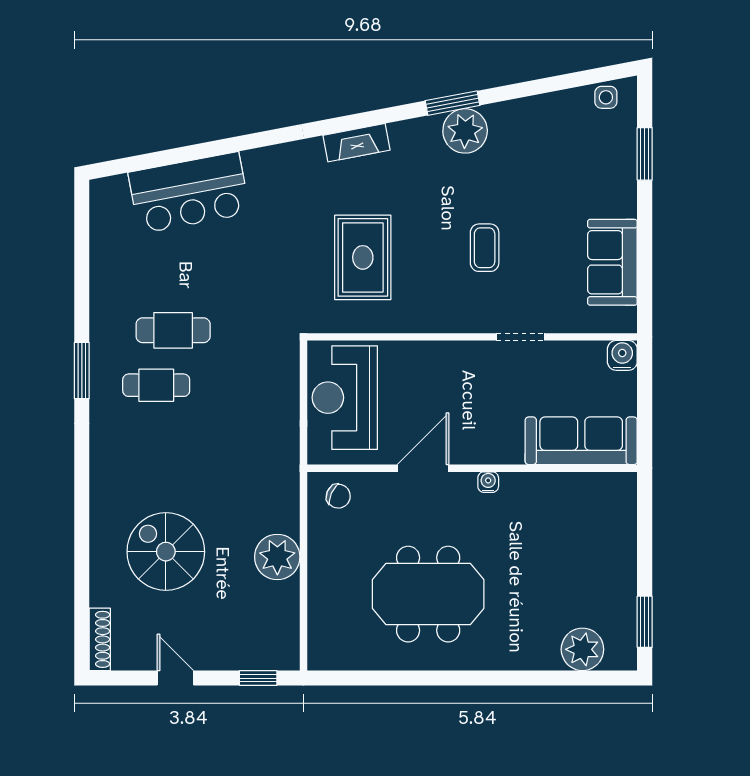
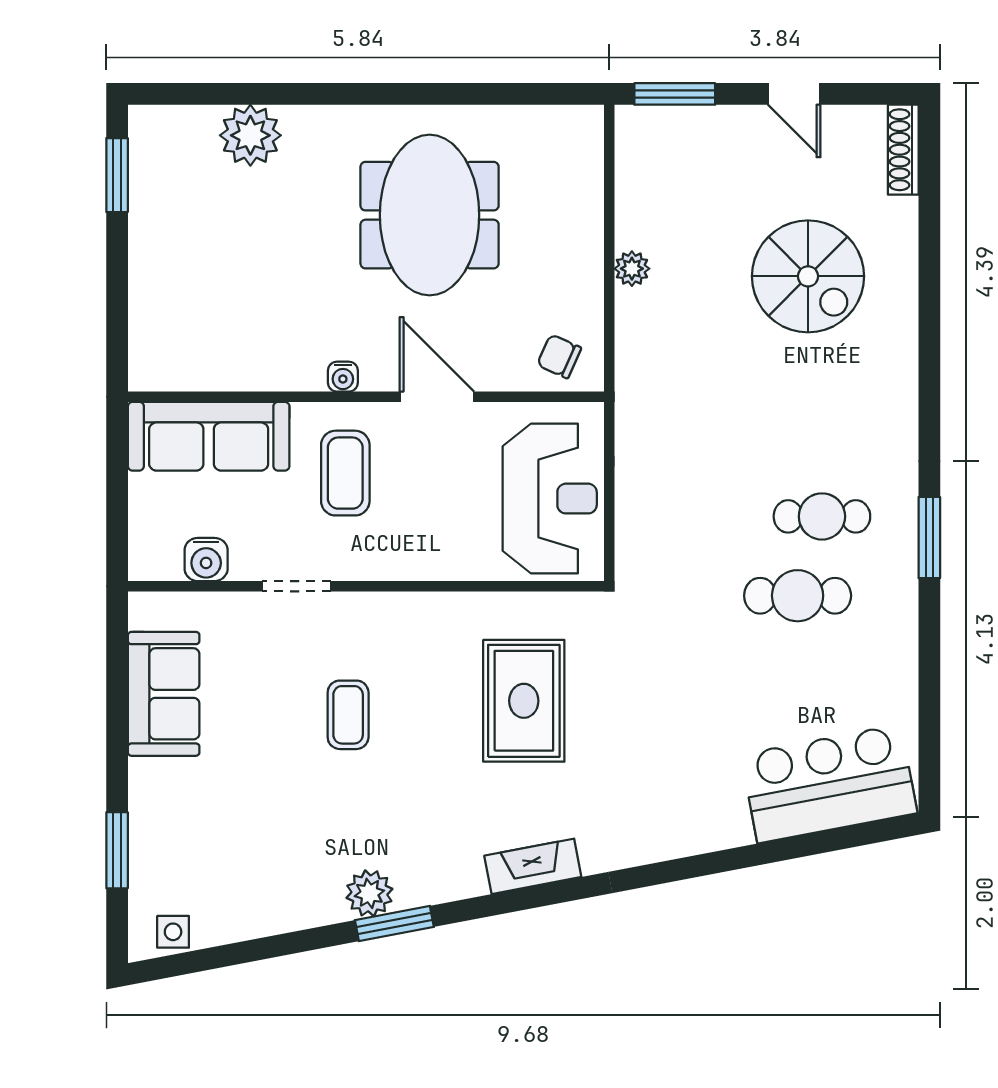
plant: (465, 131) -> (369, 893), width x0.73, depth x0.73
bar counter: (189, 193) -> (829, 784), moved
water cooler: (622, 355) -> (206, 559), moved
coffee table: (487, 415) -> (345, 473), added
door: (423, 468) -> (437, 397), swing flipped
plant: (277, 557) -> (632, 269), width x0.53, depth x0.53
meeting table: (428, 594) -> (430, 215), turned 90
plant: (582, 649) -> (250, 135), moved
window: (258, 678) -> (675, 94), width x1.50

